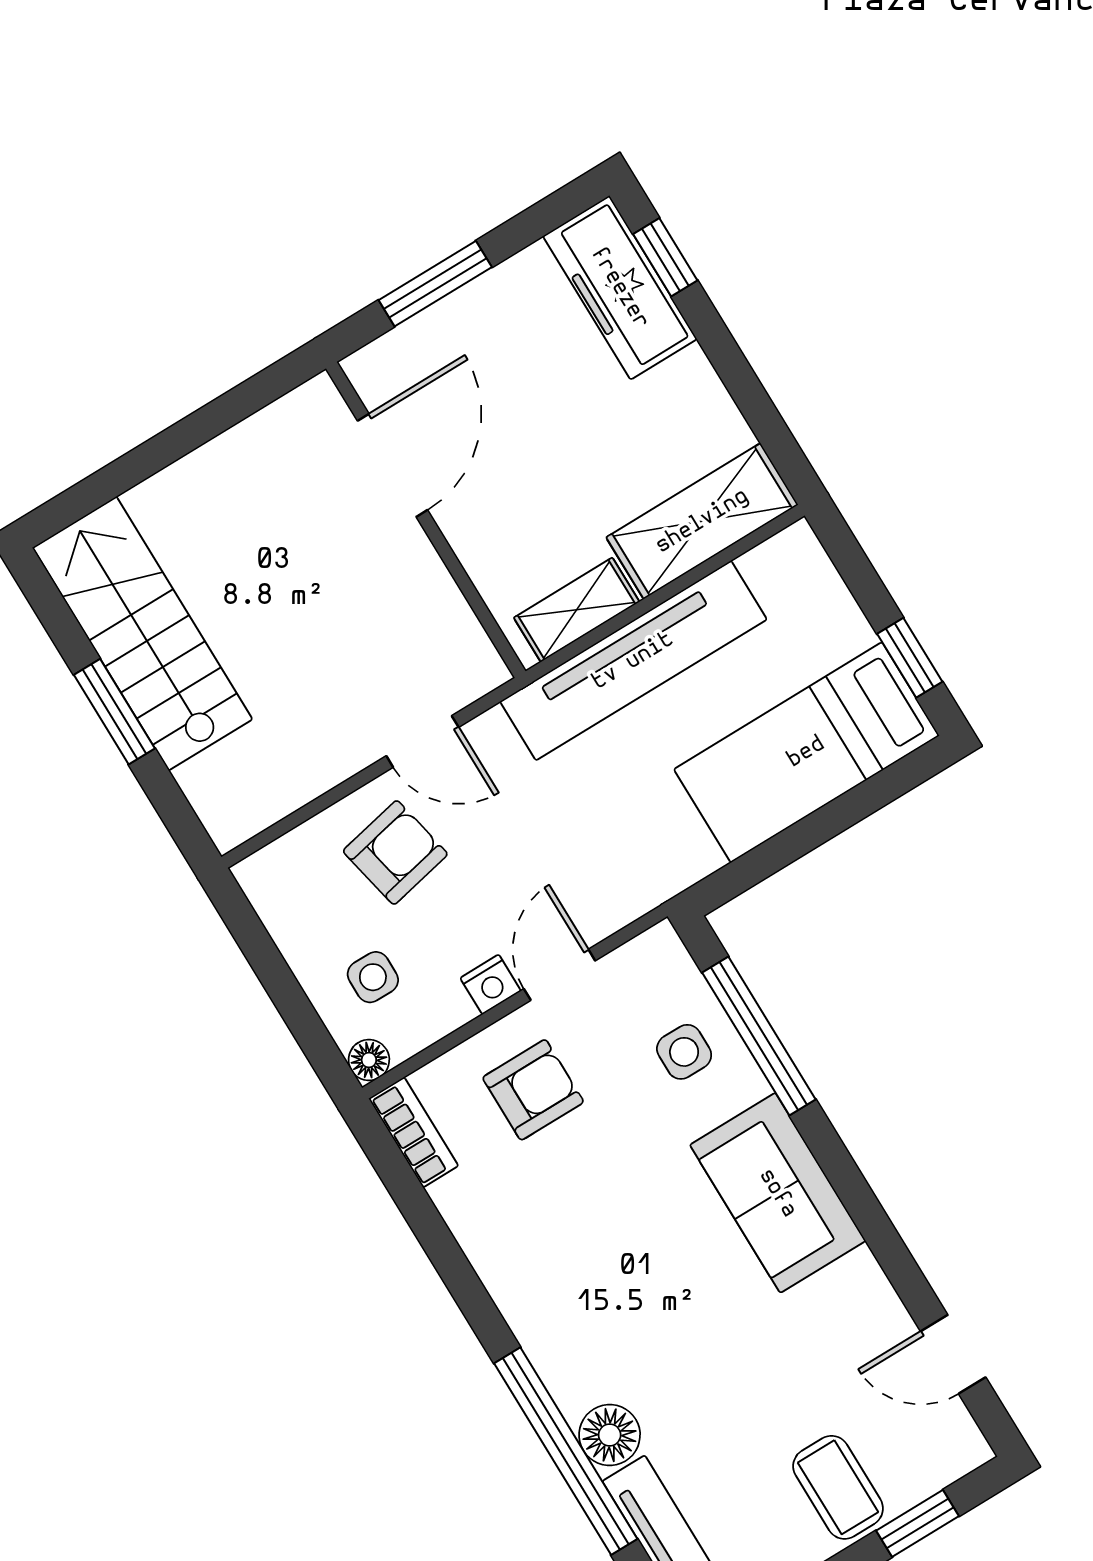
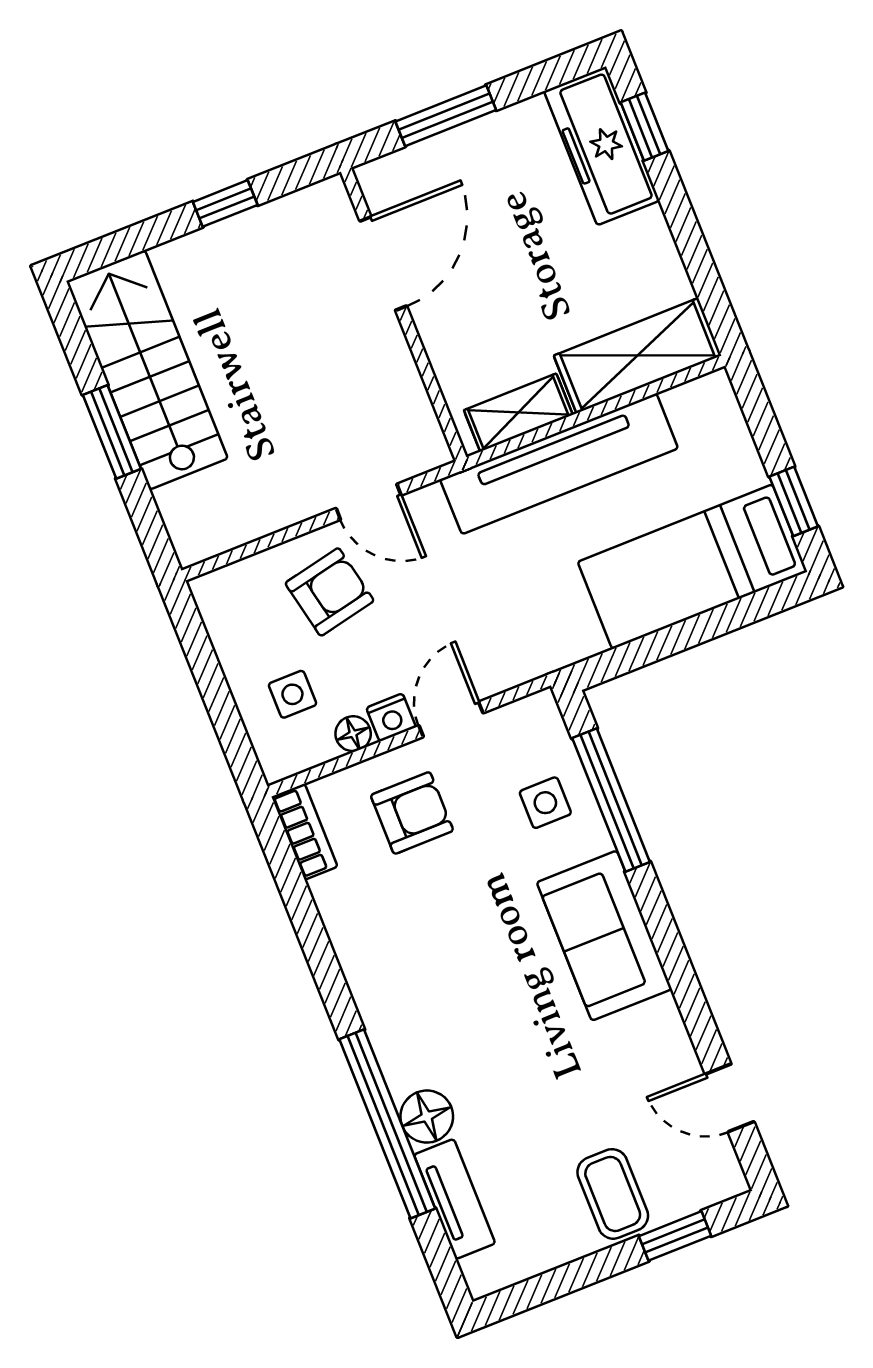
window: (199, 427) -> (225, 203), added
floor lamp: (369, 1060) -> (353, 734), moved

